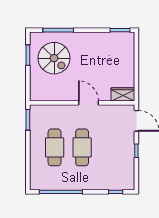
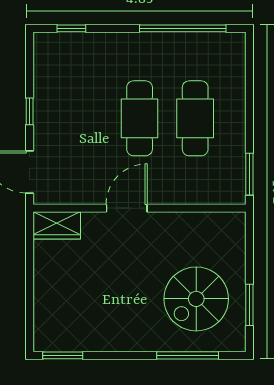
spiral stairs: (54, 58) -> (196, 299), turned -90
door: (88, 103) -> (127, 208), swing flipped

